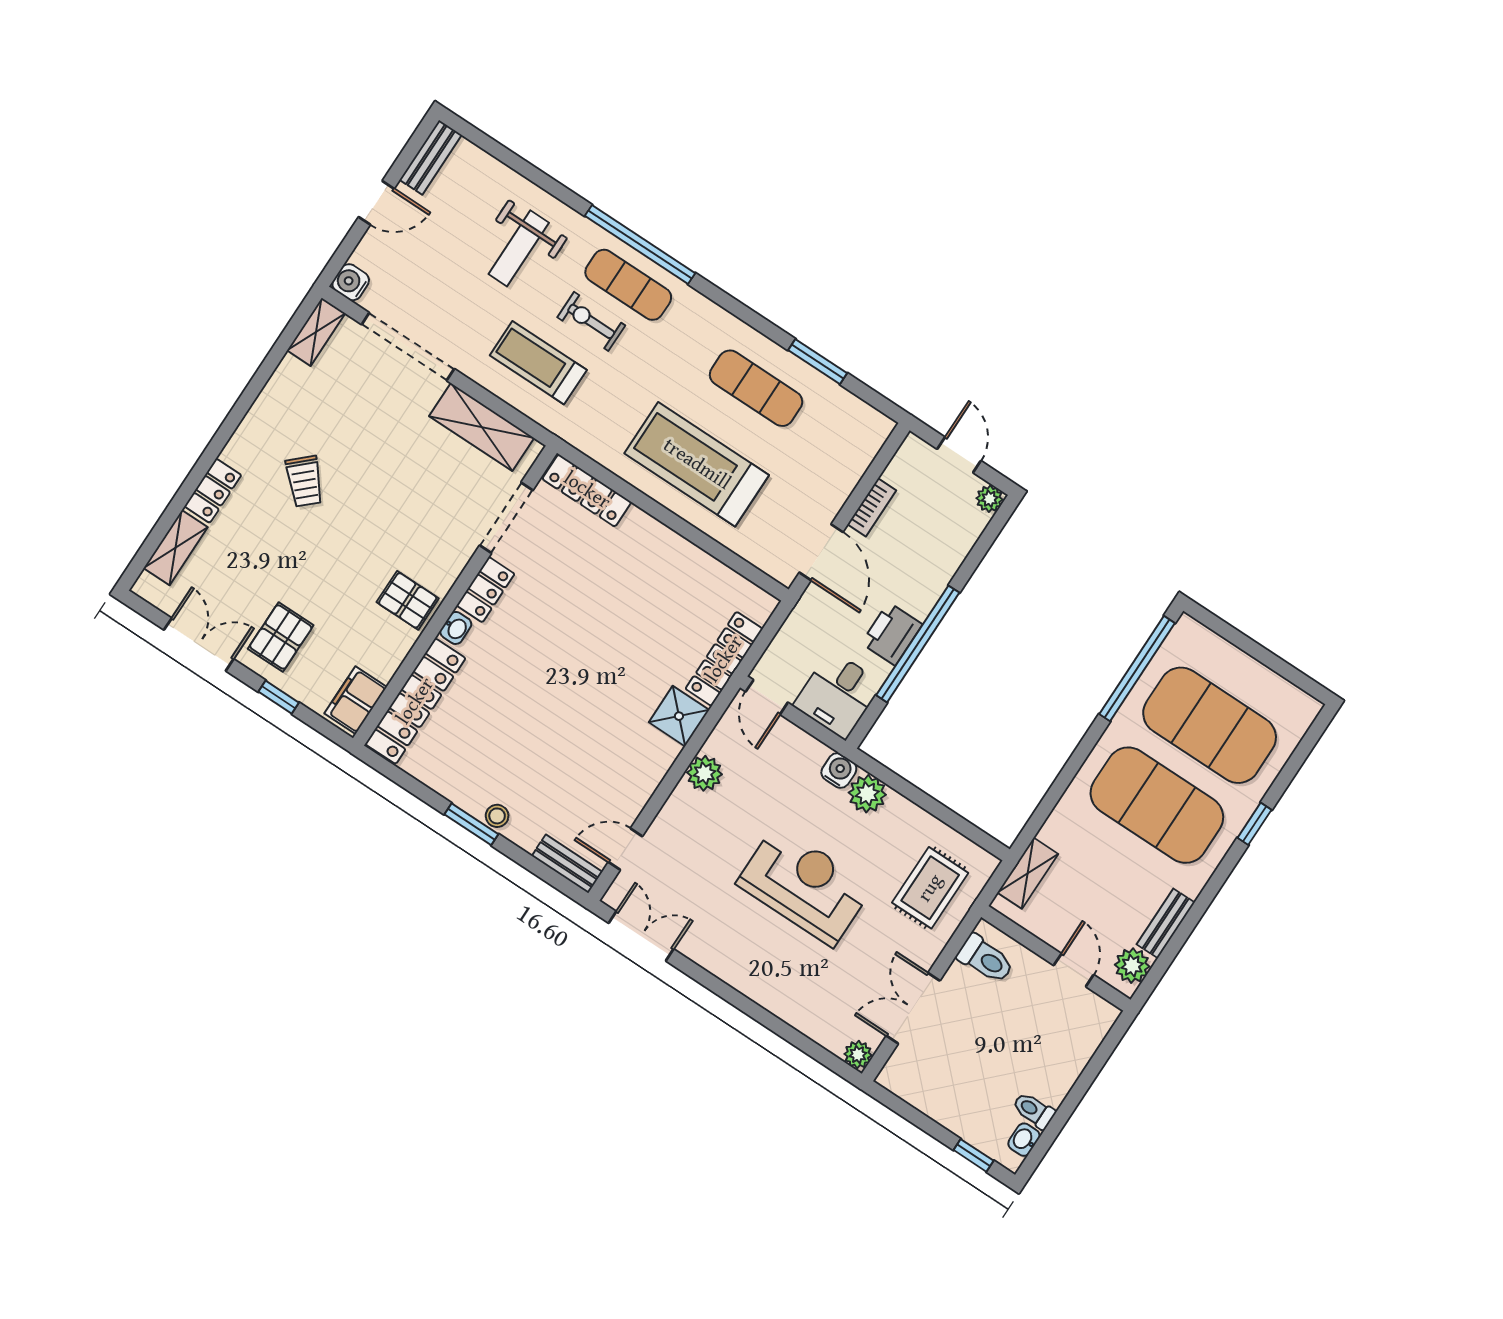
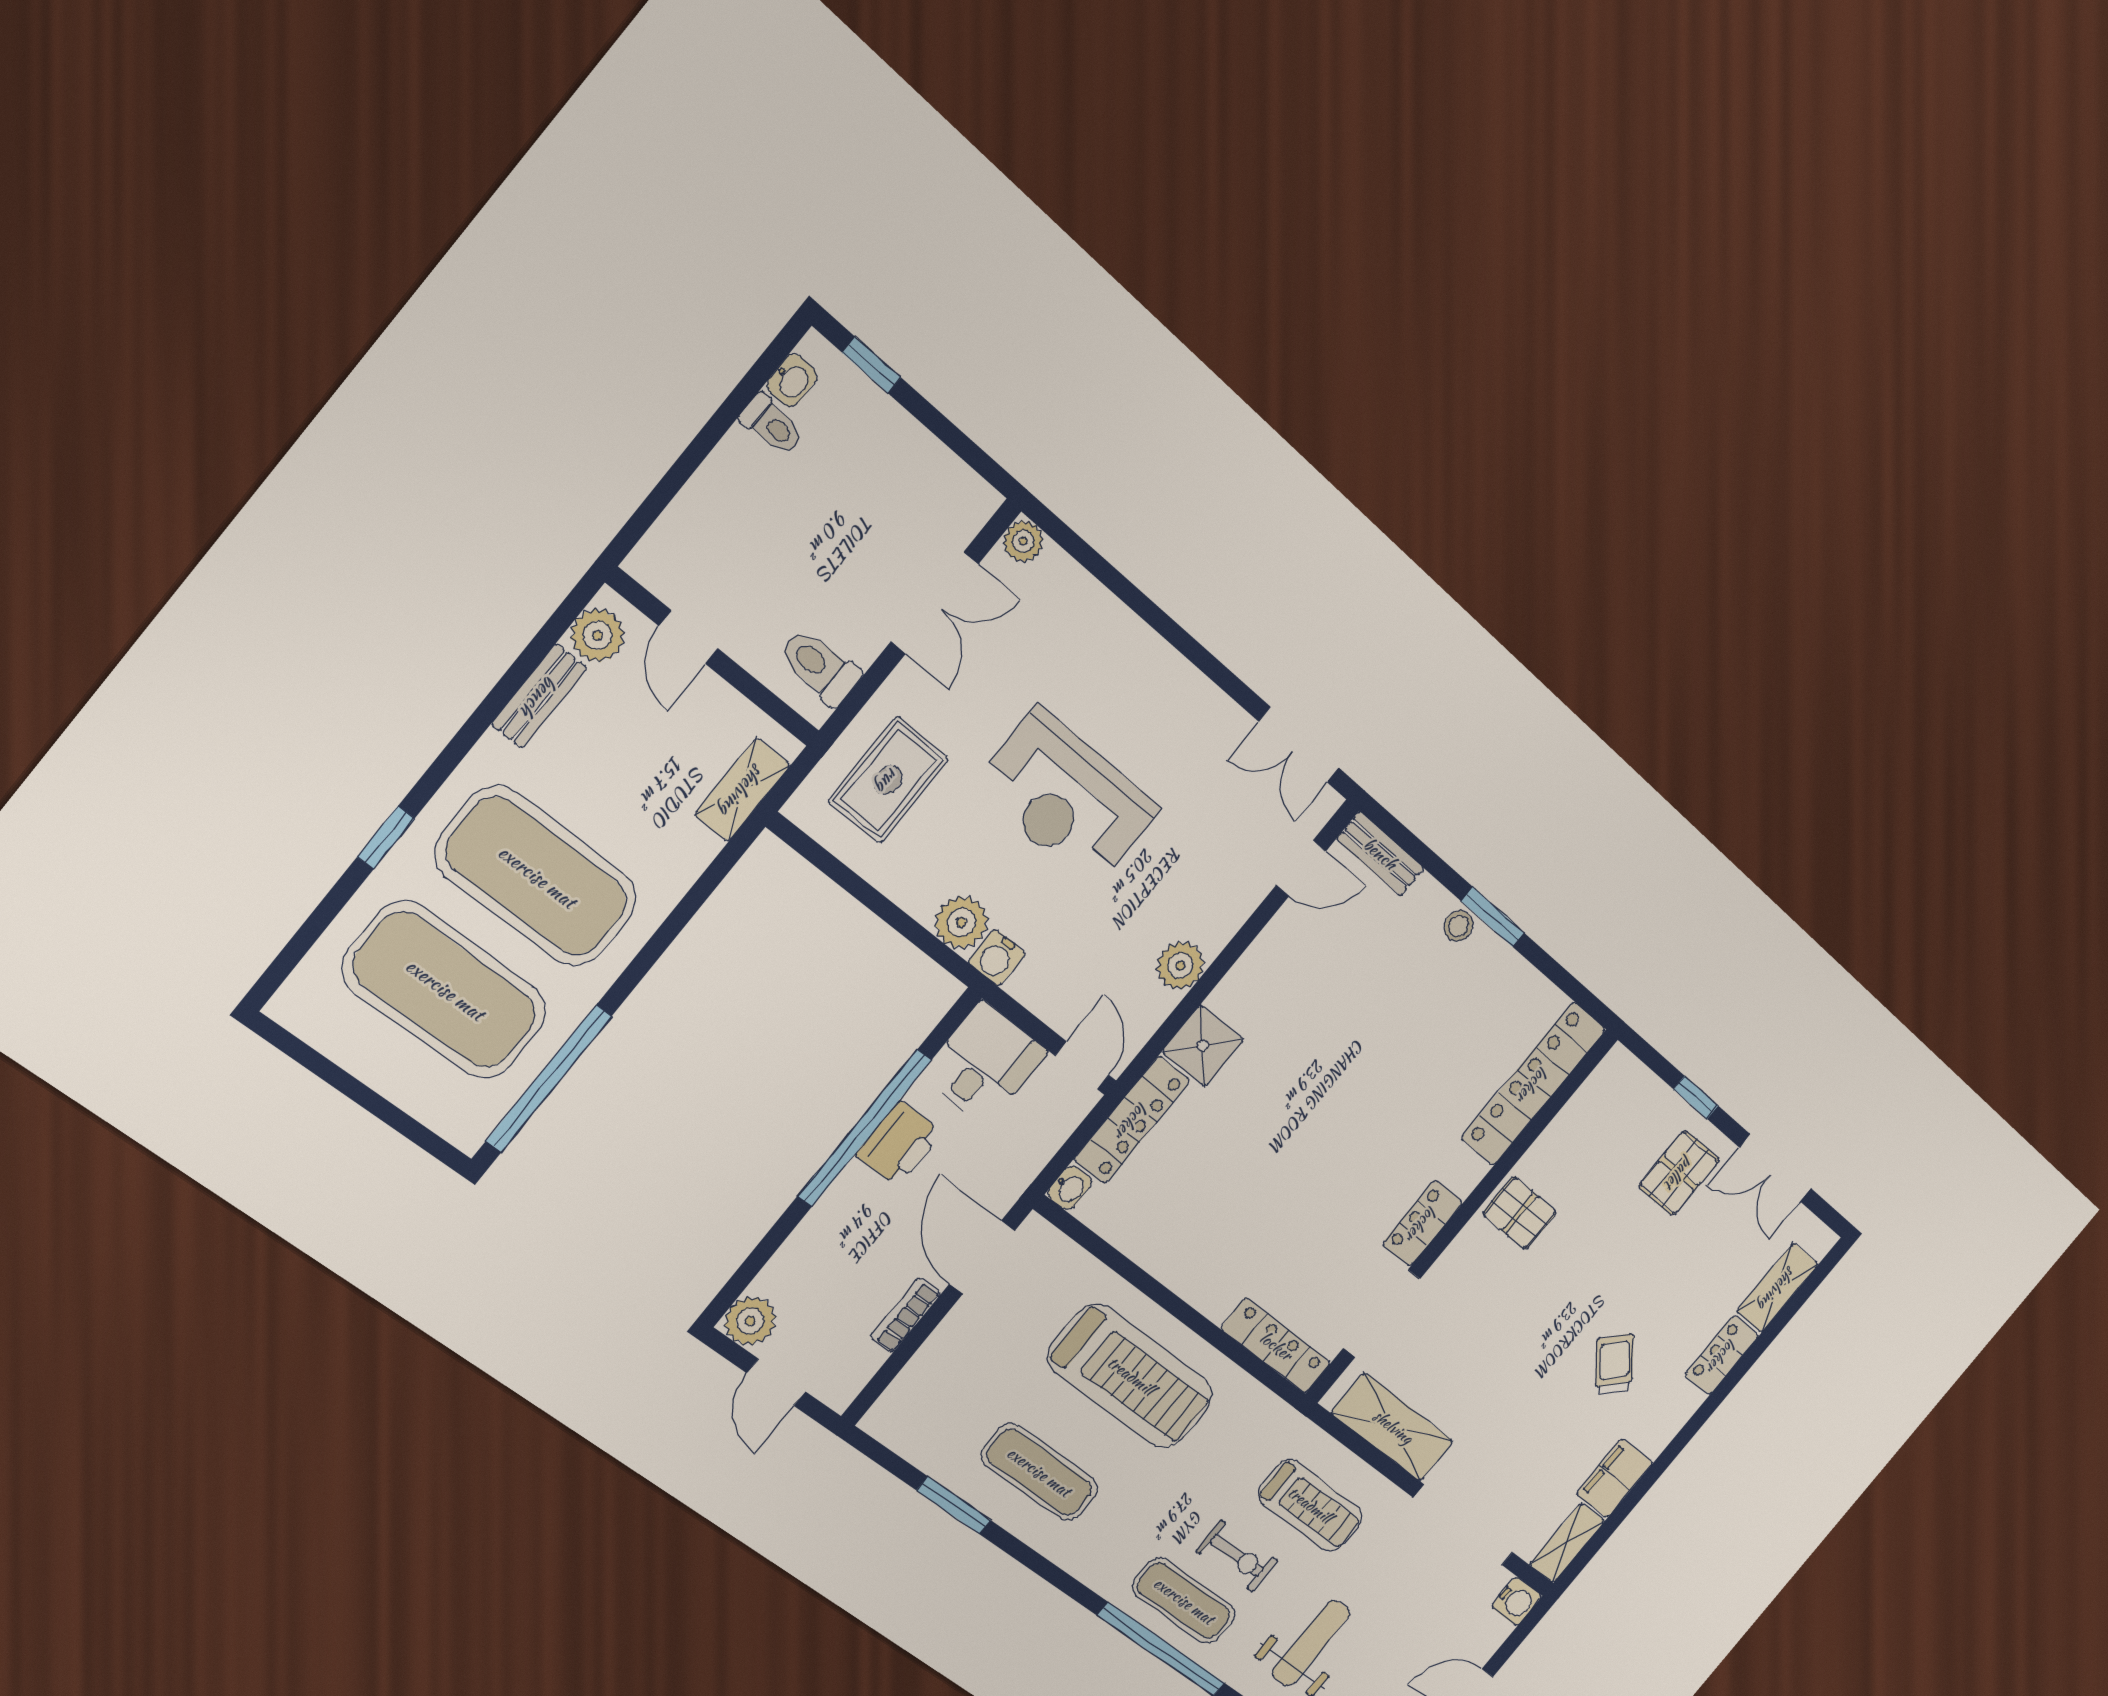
plant: (990, 499) -> (750, 1321), width x1.38, depth x1.38
washbasin: (456, 628) -> (1070, 1188), moved, turned 180
filing cabinet: (356, 700) -> (1615, 1478), moved, turned 180

